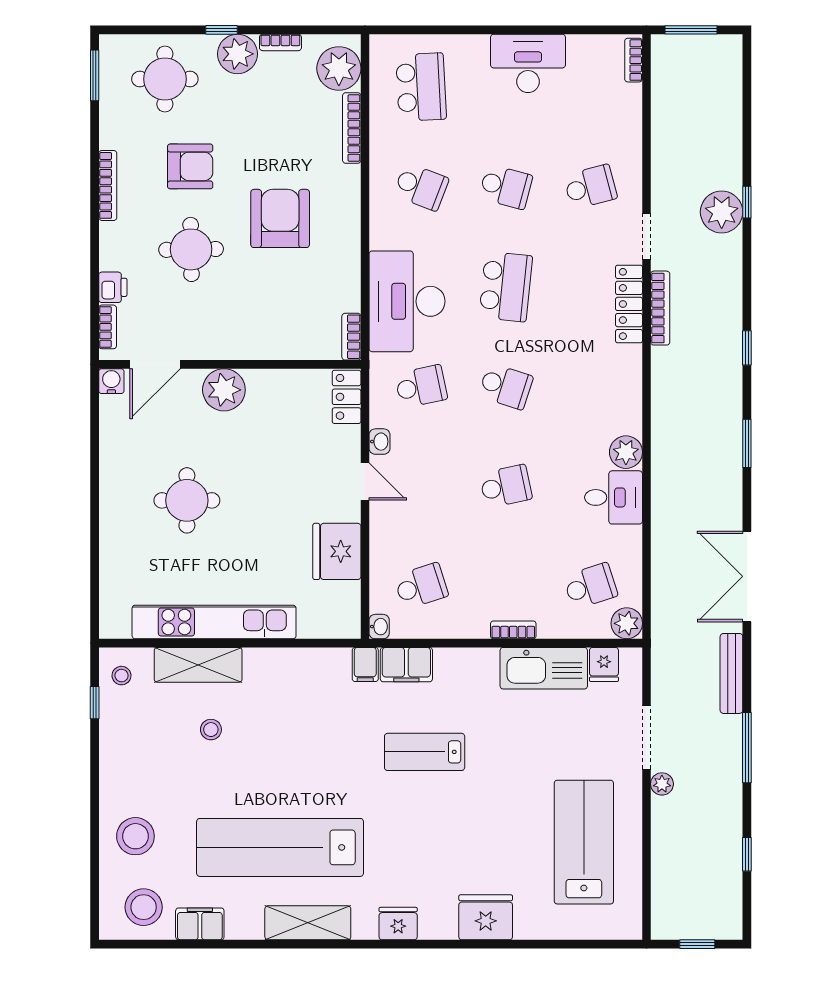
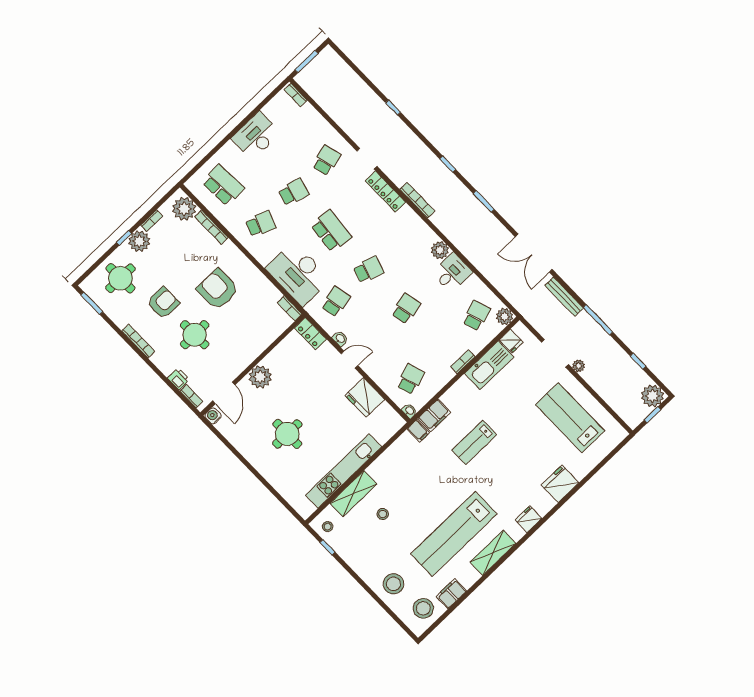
plant: (722, 212) -> (652, 396), moved
bookcase: (660, 308) -> (417, 200), moved

